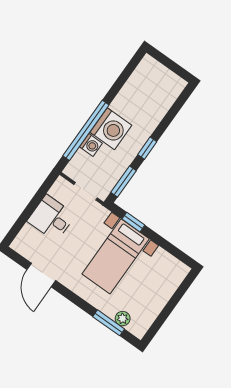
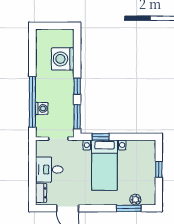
washing machine: (111, 129) -> (63, 59), moved, turned 180
dresser: (24, 237) -> (41, 193), added
window: (172, 303) -> (159, 169), added

